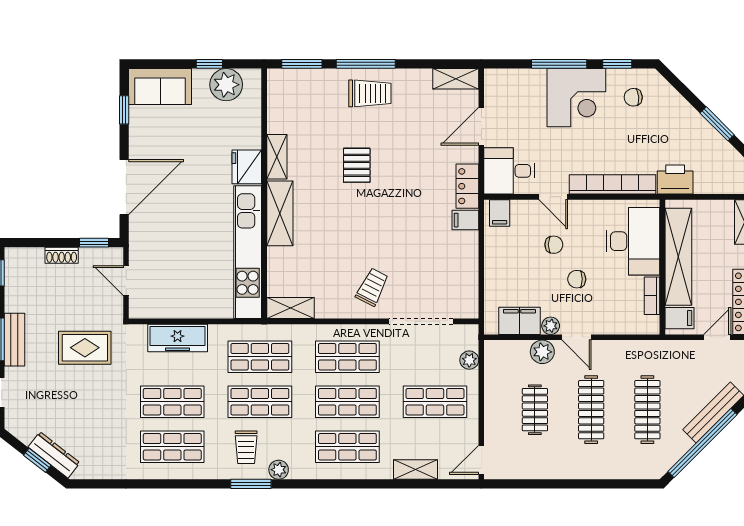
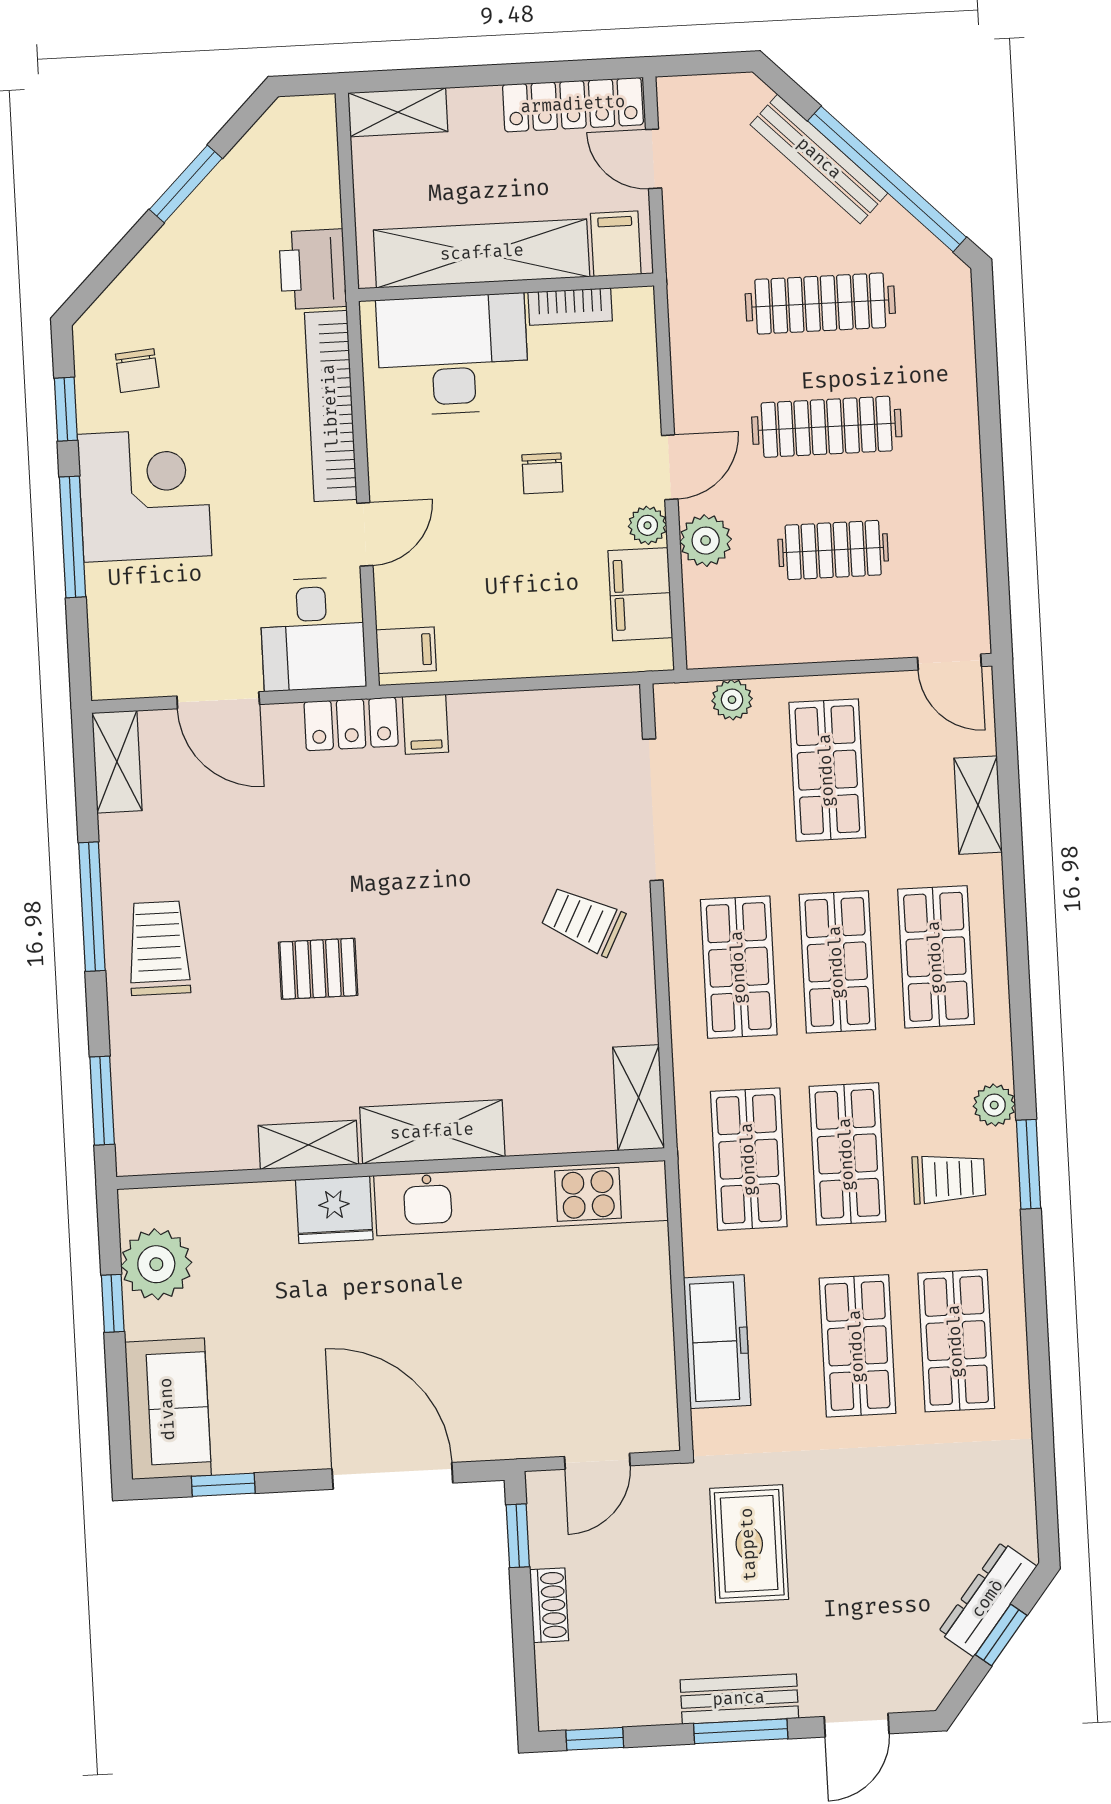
window: (366, 64) -> (92, 907), moved
chair: (554, 245) -> (469, 528), removed

